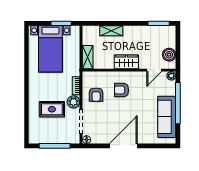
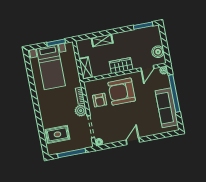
armchair: (122, 90) -> (122, 92), width x1.88, depth x1.88
rug: (52, 109) -> (57, 134), moved
door: (123, 146) -> (133, 141), width x0.53

